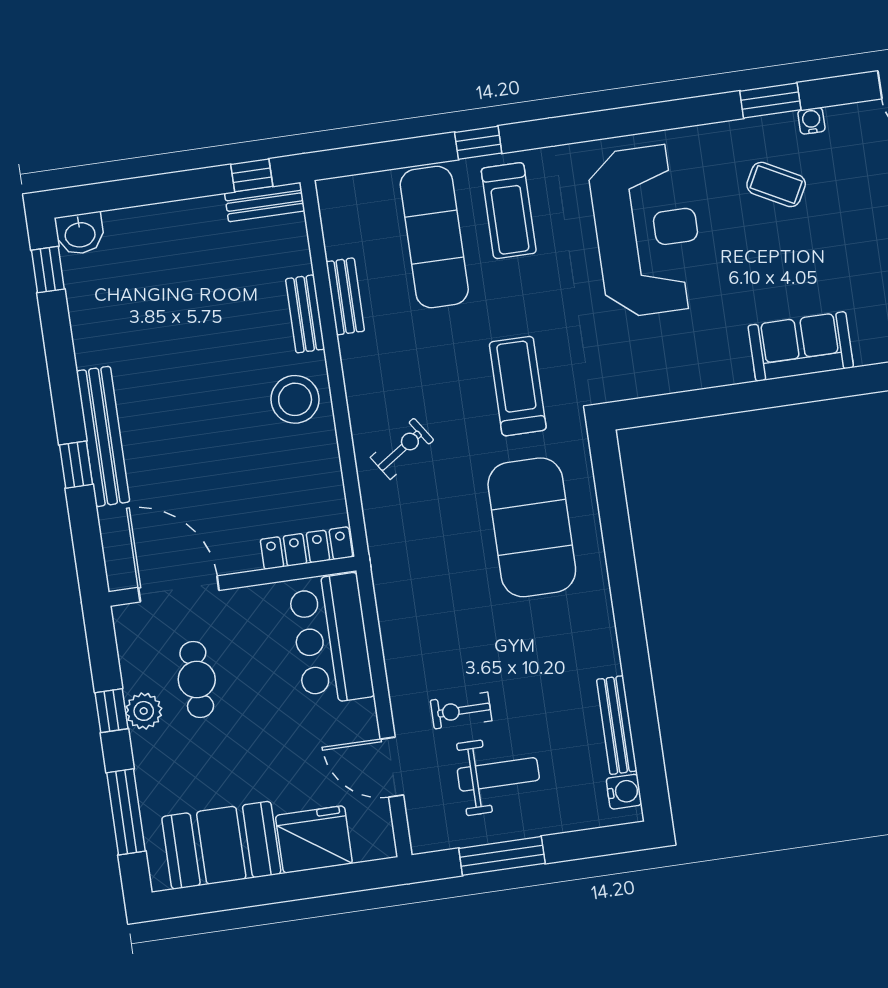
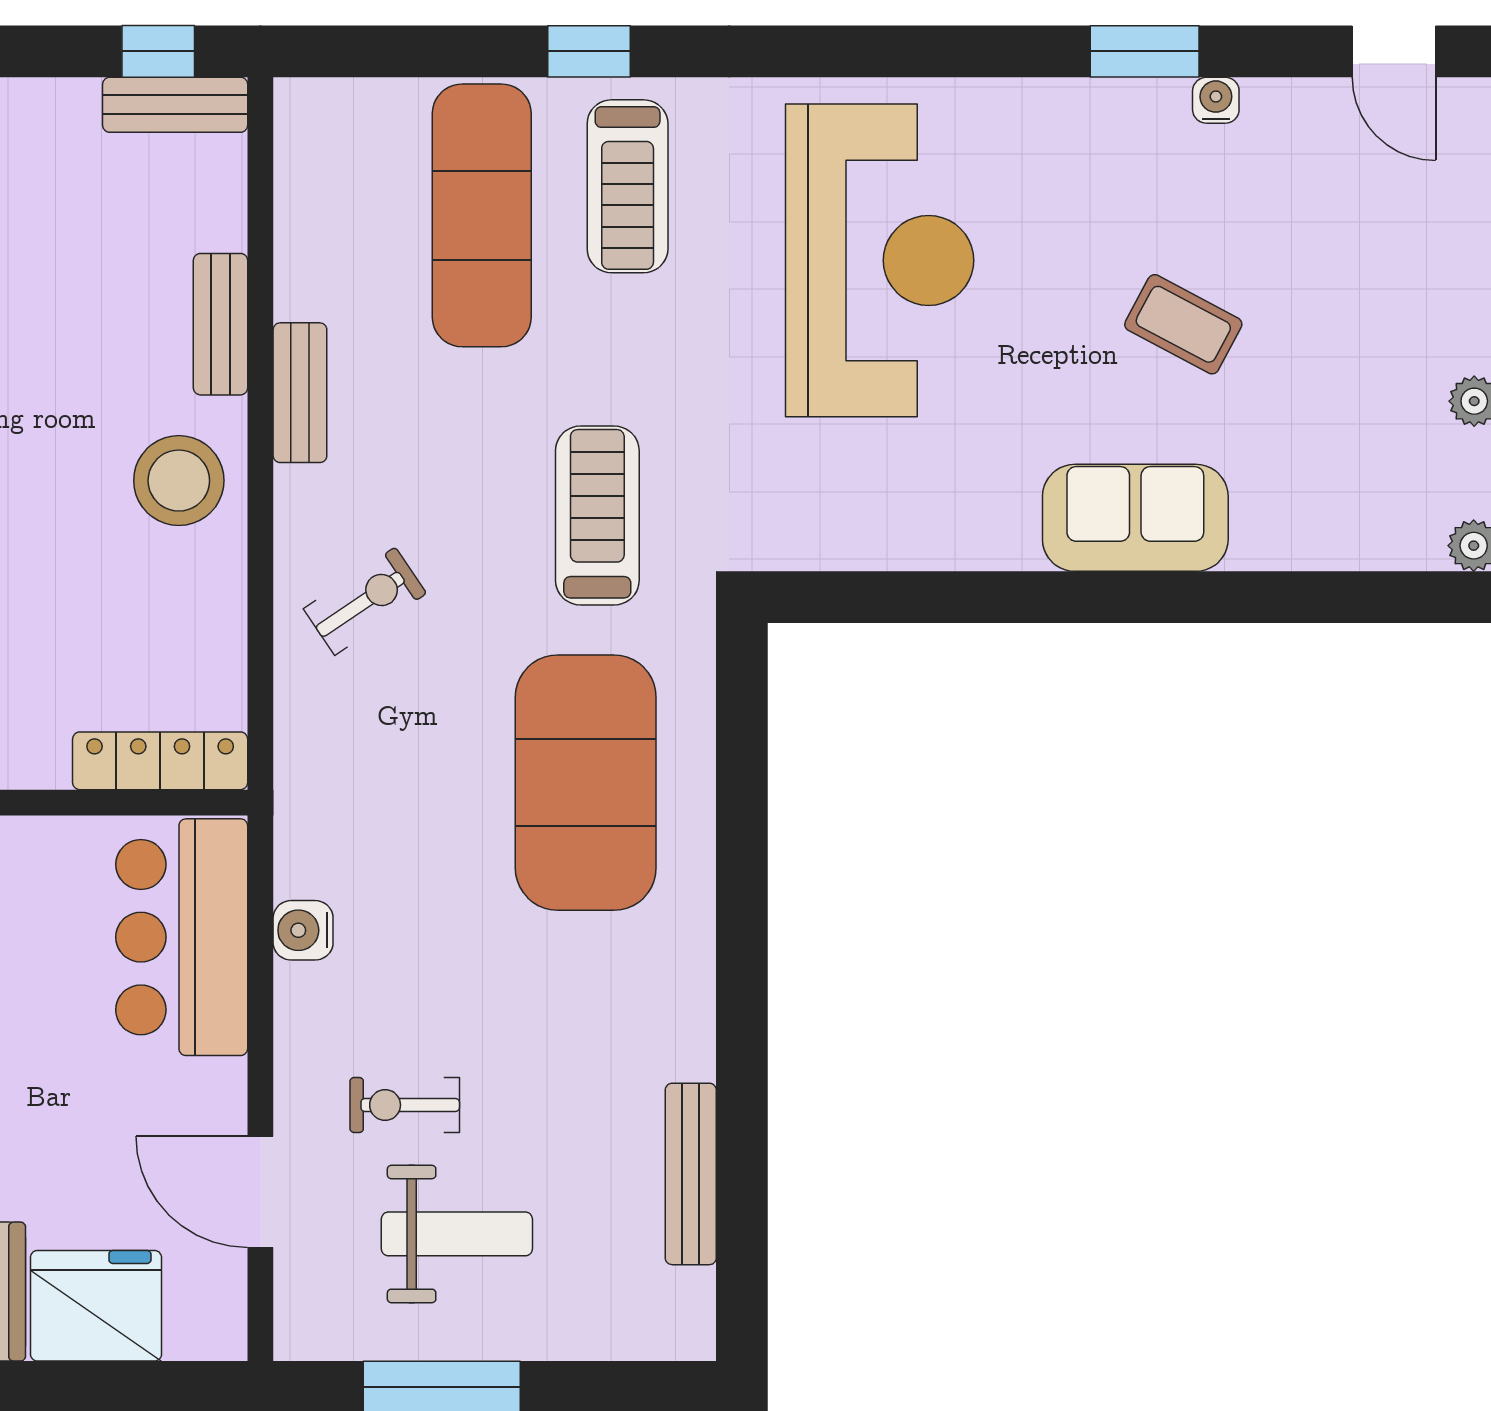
coffee table: (776, 184) -> (1183, 324), moved
bench: (345, 296) -> (300, 393), moved
water cooler: (624, 792) -> (303, 930), moved, turned 180

